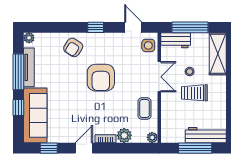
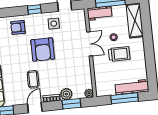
side table: (148, 45) -> (54, 24), moved
armchair: (73, 47) -> (18, 27), turned 57
trolley: (194, 93) -> (119, 54), turned 180
coffee table: (144, 109) -> (33, 79), moved
window: (129, 148) -> (71, 104), added

